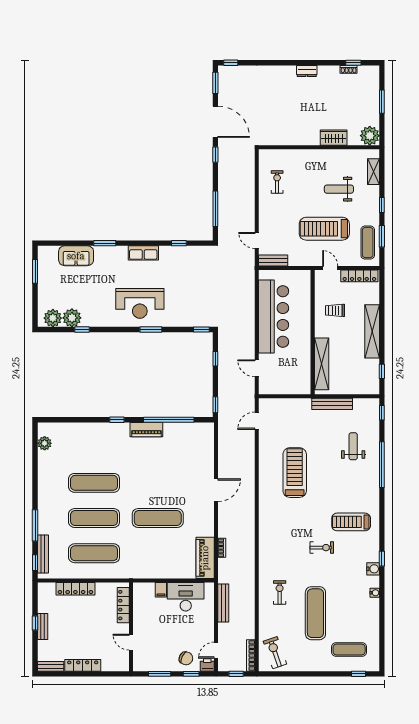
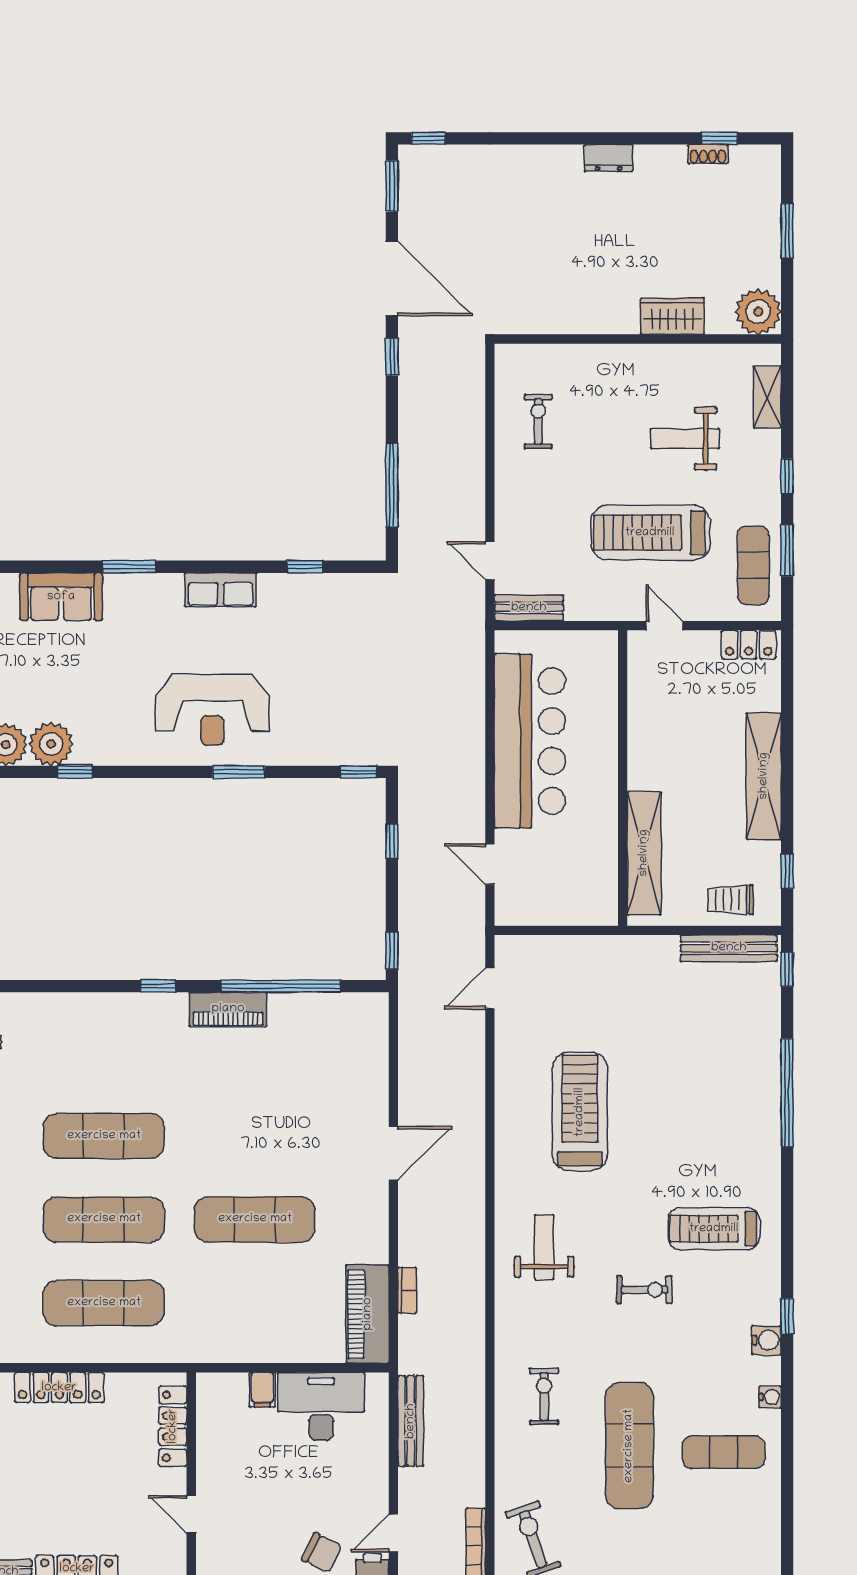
locker: (359, 276) -> (749, 645), width x0.66
trolley: (335, 310) -> (730, 900), moved
bench: (332, 404) -> (729, 948), moved
weight bench: (353, 446) -> (544, 1247), moved
exercise mat: (349, 649) -> (724, 1452), moved

